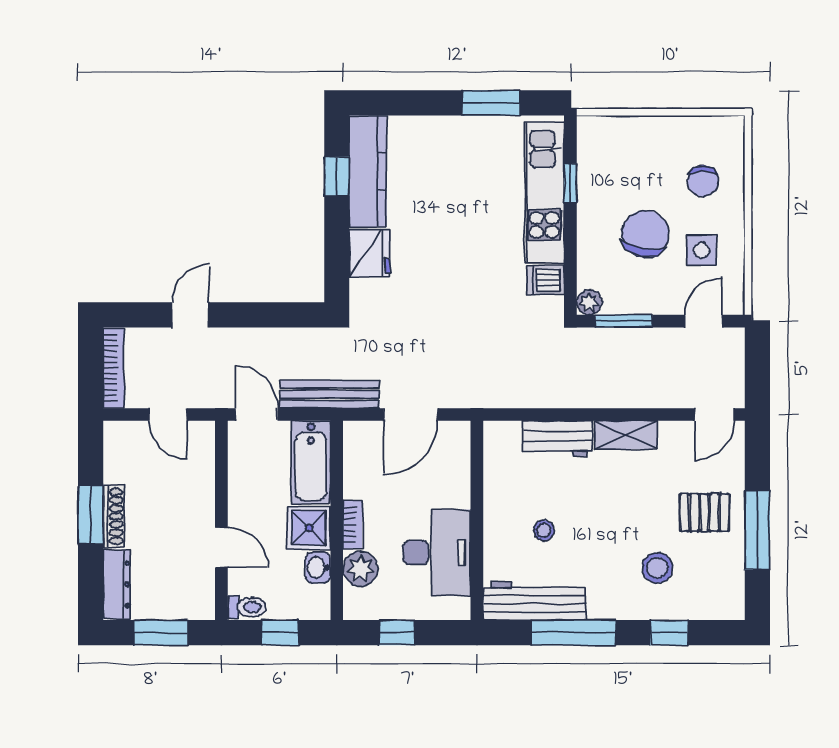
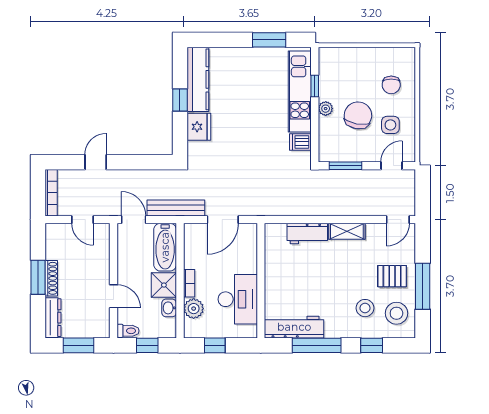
window: (337, 176) -> (180, 100), moved
plant: (589, 302) -> (326, 109), moved
stool: (544, 530) -> (396, 313), moved, width x1.89, depth x1.89

